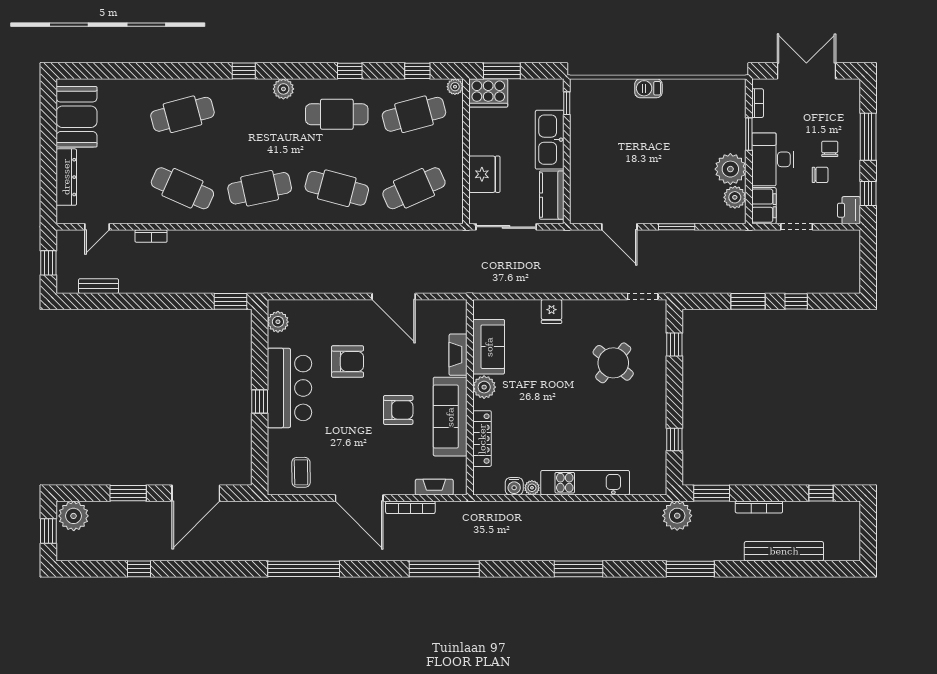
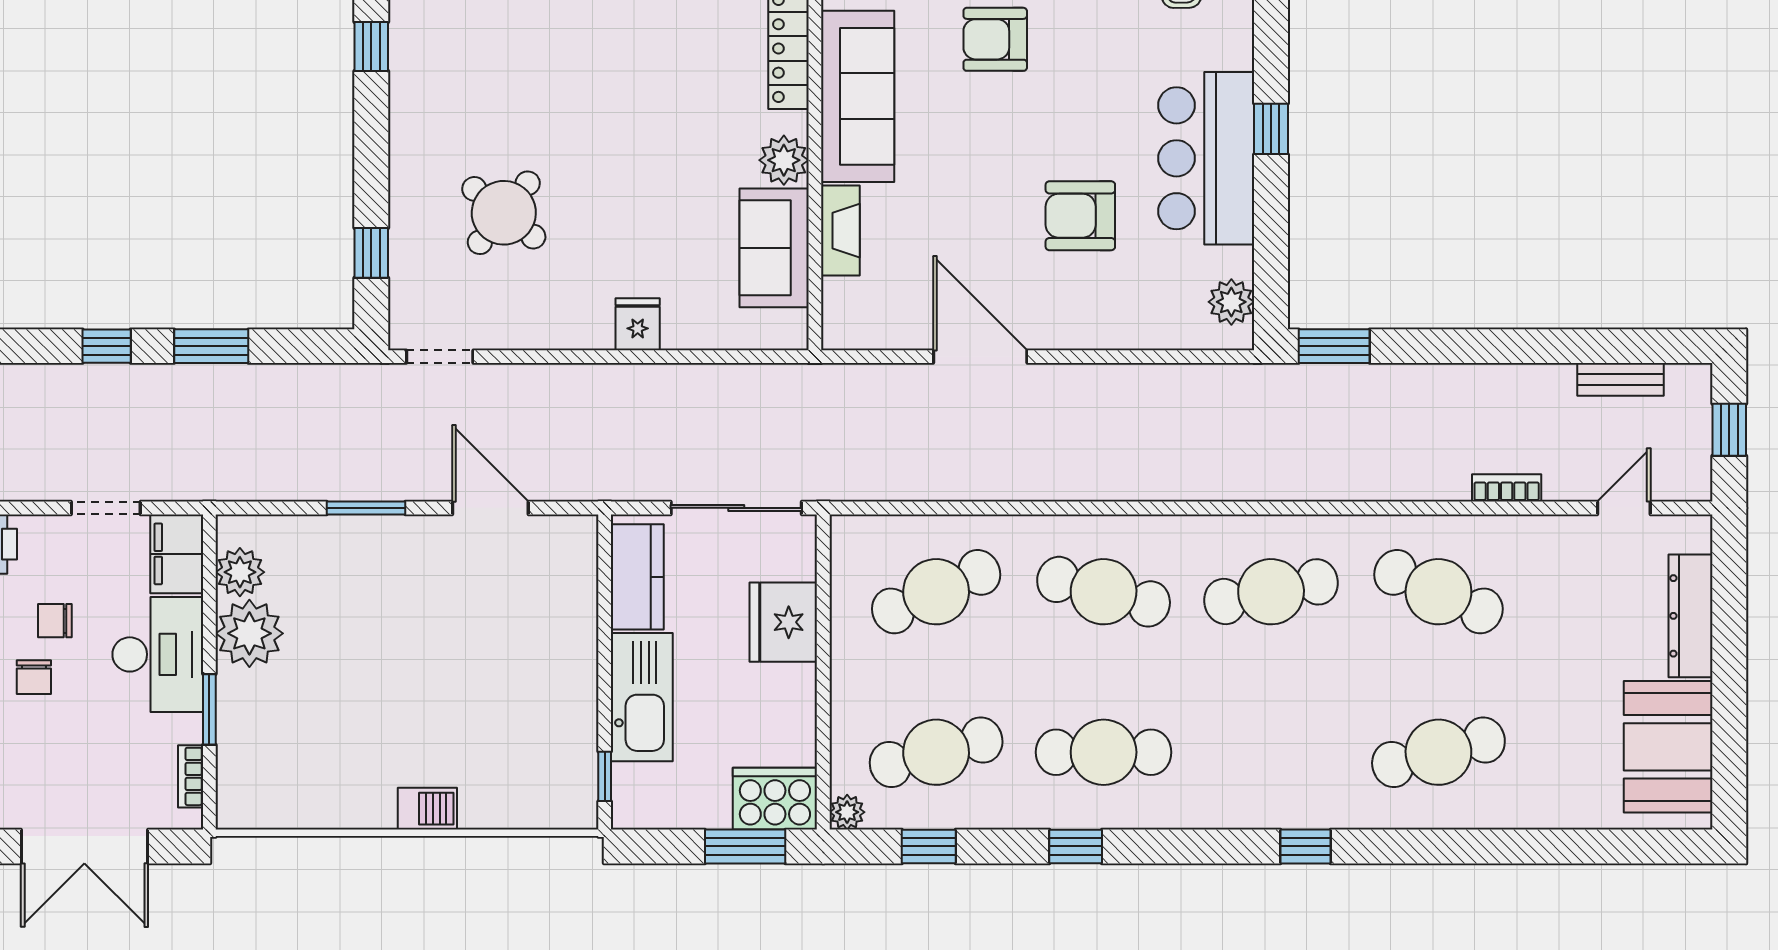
plant: (283, 89) -> (1219, 807), removed
armchair: (398, 410) -> (995, 39), moved

